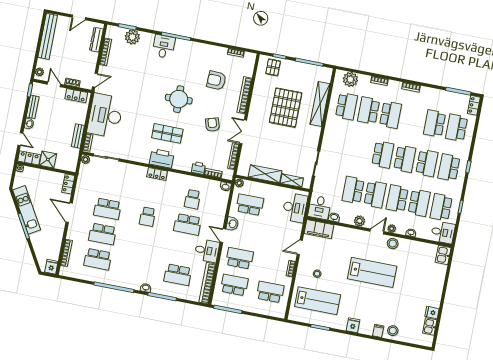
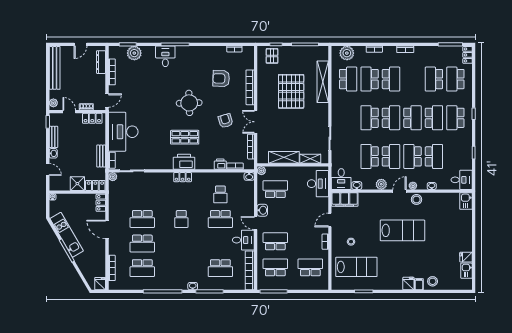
locker: (29, 158) -> (95, 185), moved
school desk: (441, 207) -> (370, 118), moved
fridge: (353, 325) -> (408, 284), moved

